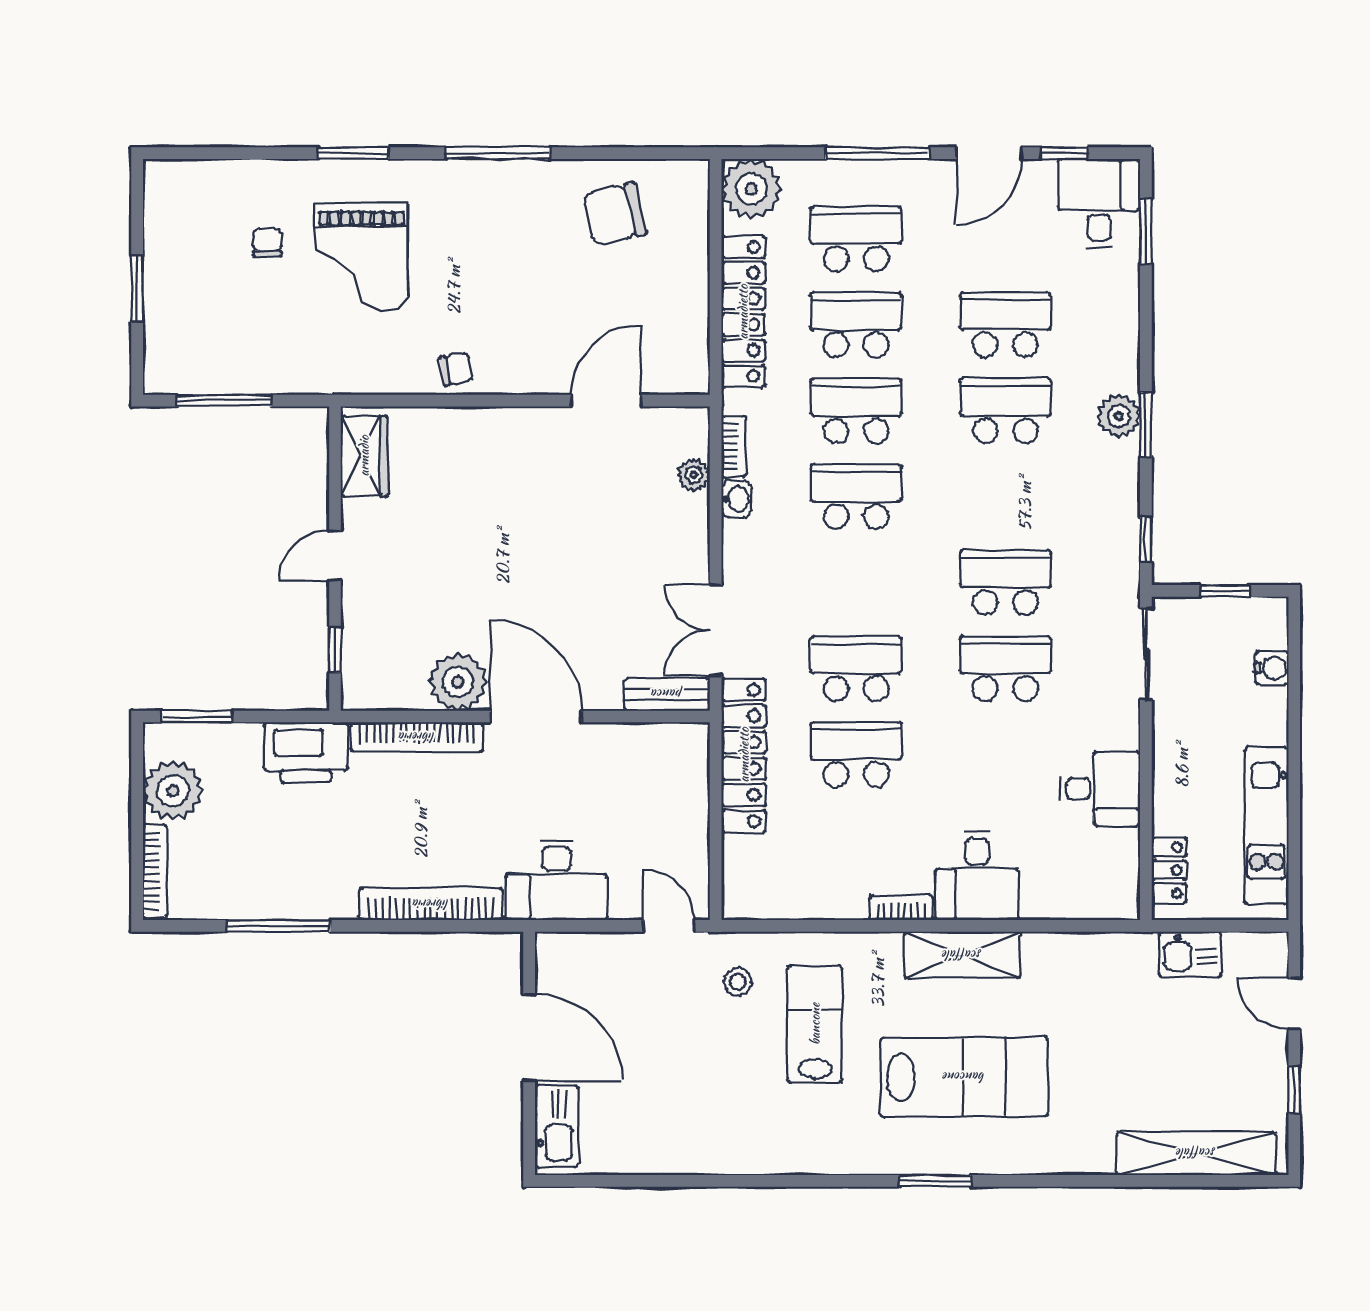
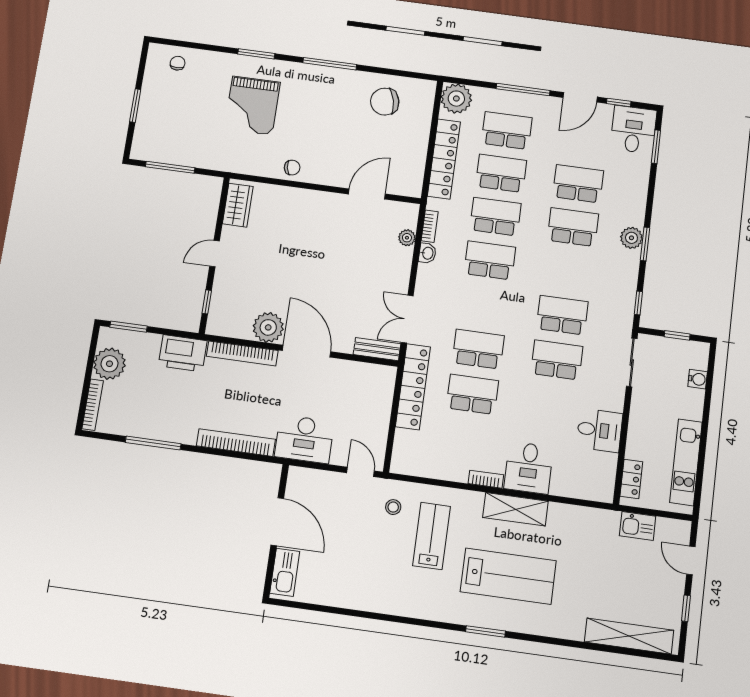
chair: (267, 243) -> (178, 63), moved

